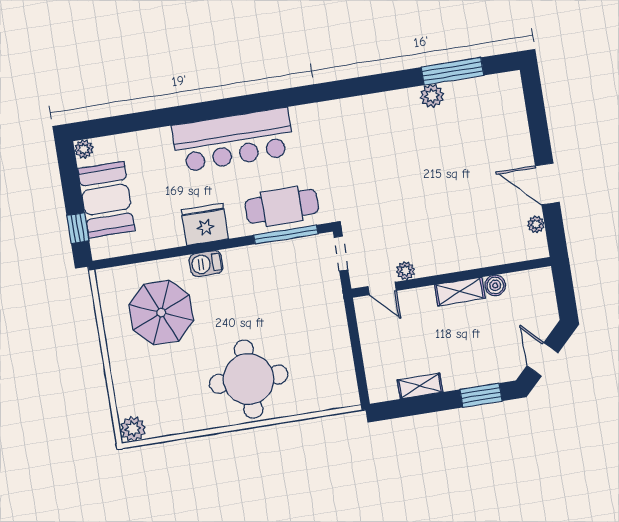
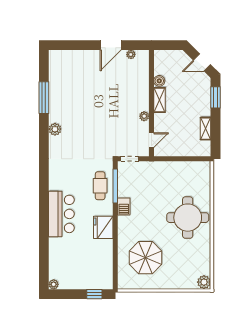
window: (453, 71) -> (44, 98), moved
plant: (432, 96) -> (55, 129), moved
bar counter: (233, 140) -> (61, 214), width x0.73
booth: (106, 200) -> (82, 277), removed
cafe table: (282, 206) -> (100, 186), width x0.73, depth x0.74
barbecue: (206, 264) -> (124, 207), moved
plant: (406, 271) -> (144, 116), moved

